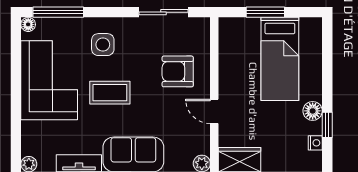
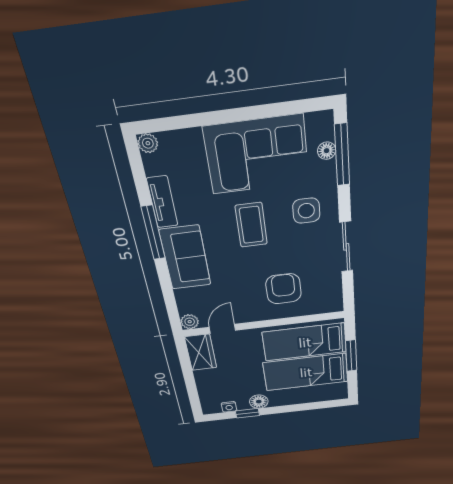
sliding door: (163, 12) -> (346, 247), moved
floor lamp: (28, 24) -> (327, 151), moved
bed: (242, 57) -> (305, 342), added
door: (214, 111) -> (222, 329), moved

